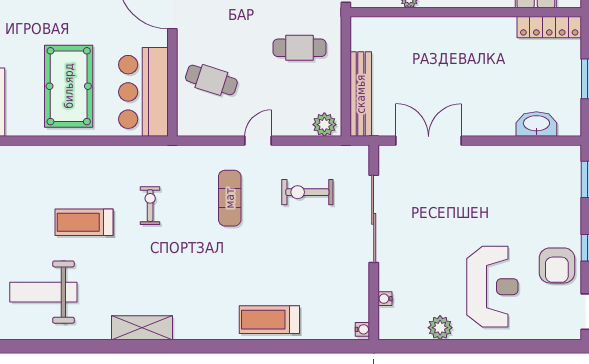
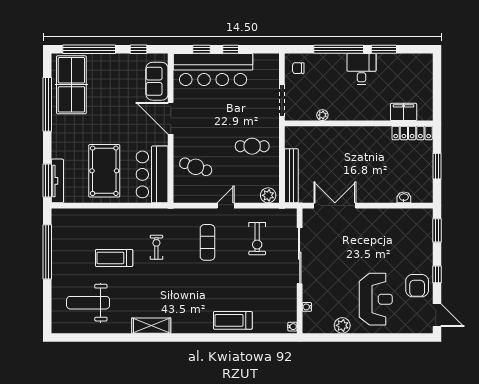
washbasin: (536, 124) -> (404, 197), width x0.52, depth x0.69
exercise bike: (307, 192) -> (257, 239), turned -90

